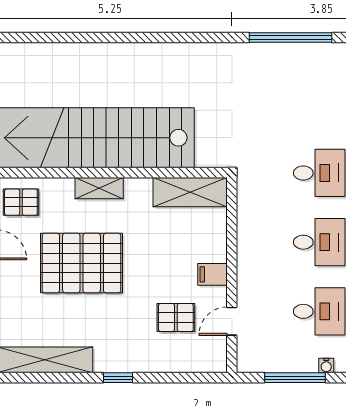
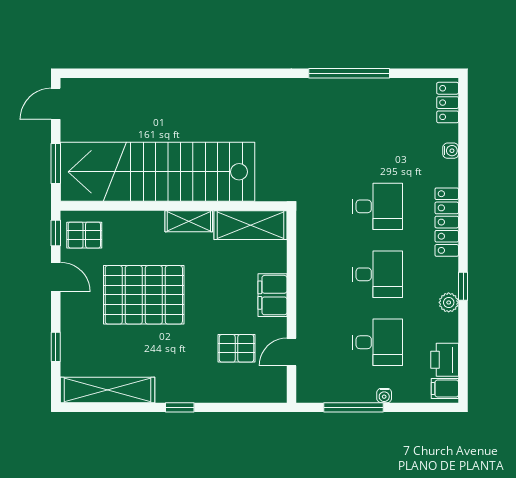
shelving: (99, 188) -> (189, 221), moved
filing cabinet: (212, 274) -> (272, 295), width x2.00

